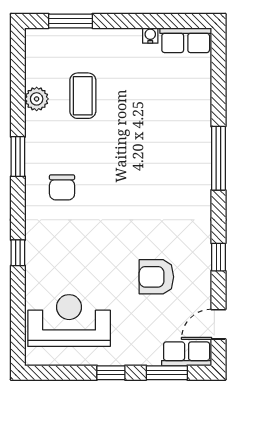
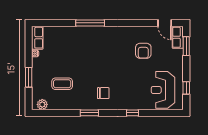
window: (71, 21) -> (29, 77), moved
plant: (37, 99) -> (42, 104), moved
window: (218, 257) -> (134, 23), removed
window: (111, 373) -> (186, 88), moved

